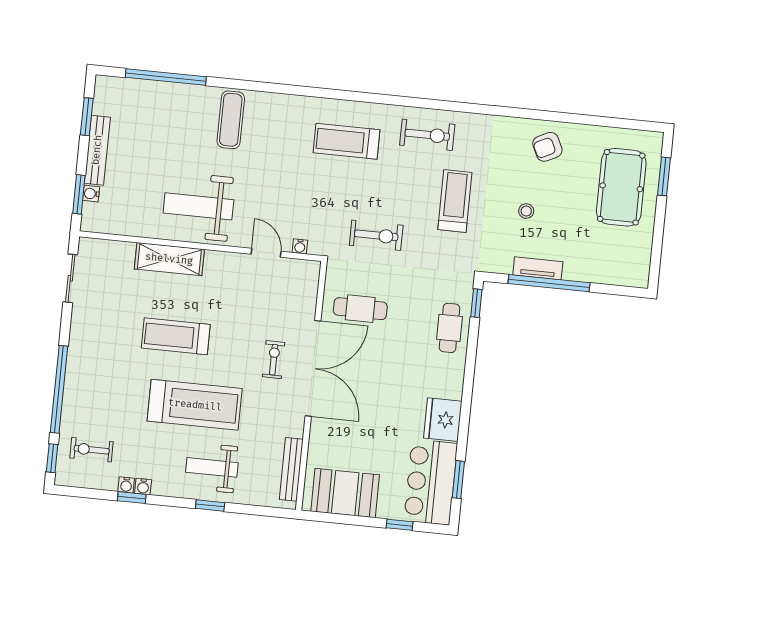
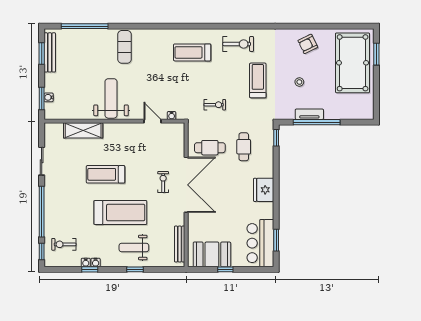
bench: (97, 150) -> (50, 52), moved
pool table: (621, 187) -> (353, 63), width x1.36, depth x1.32
weight bench: (198, 206) -> (111, 98), turned 90
exercise bike: (376, 235) -> (215, 105), width x0.73, depth x0.72
shelving: (169, 259) -> (83, 130), moved
sliding door: (70, 278) -> (42, 161), moved
cafe table: (449, 328) -> (244, 147), moved
fridge: (443, 420) -> (264, 190), moved
window: (399, 525) -> (225, 269), moved

